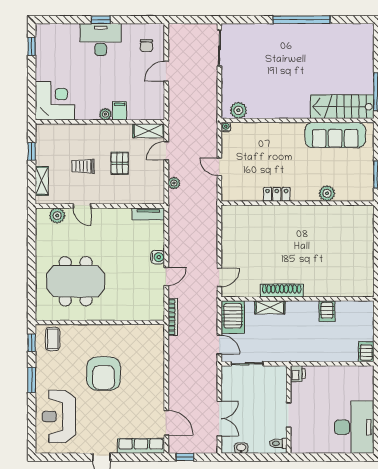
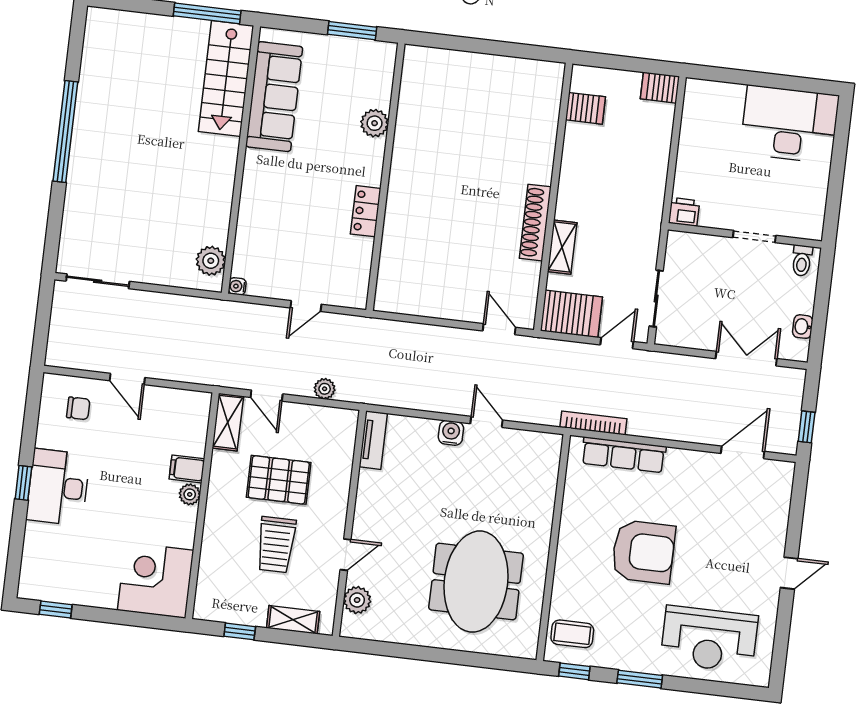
pallet: (120, 163) -> (279, 480), width x1.50, depth x1.42
trolley: (83, 166) -> (276, 545), width x1.36, depth x1.39
server rack: (327, 311) -> (585, 108), moved
bookcase: (173, 317) -> (593, 423), moved
row of seats: (141, 446) -> (624, 455), moved, turned -90

